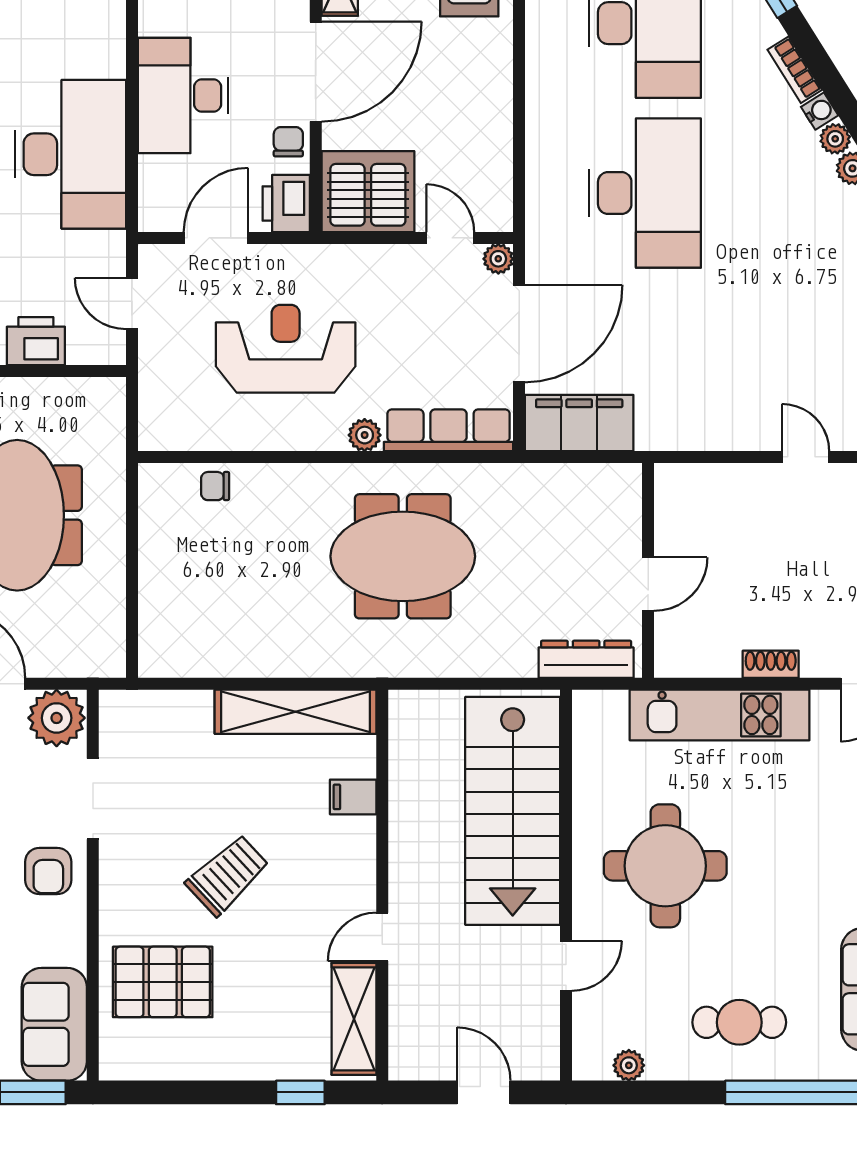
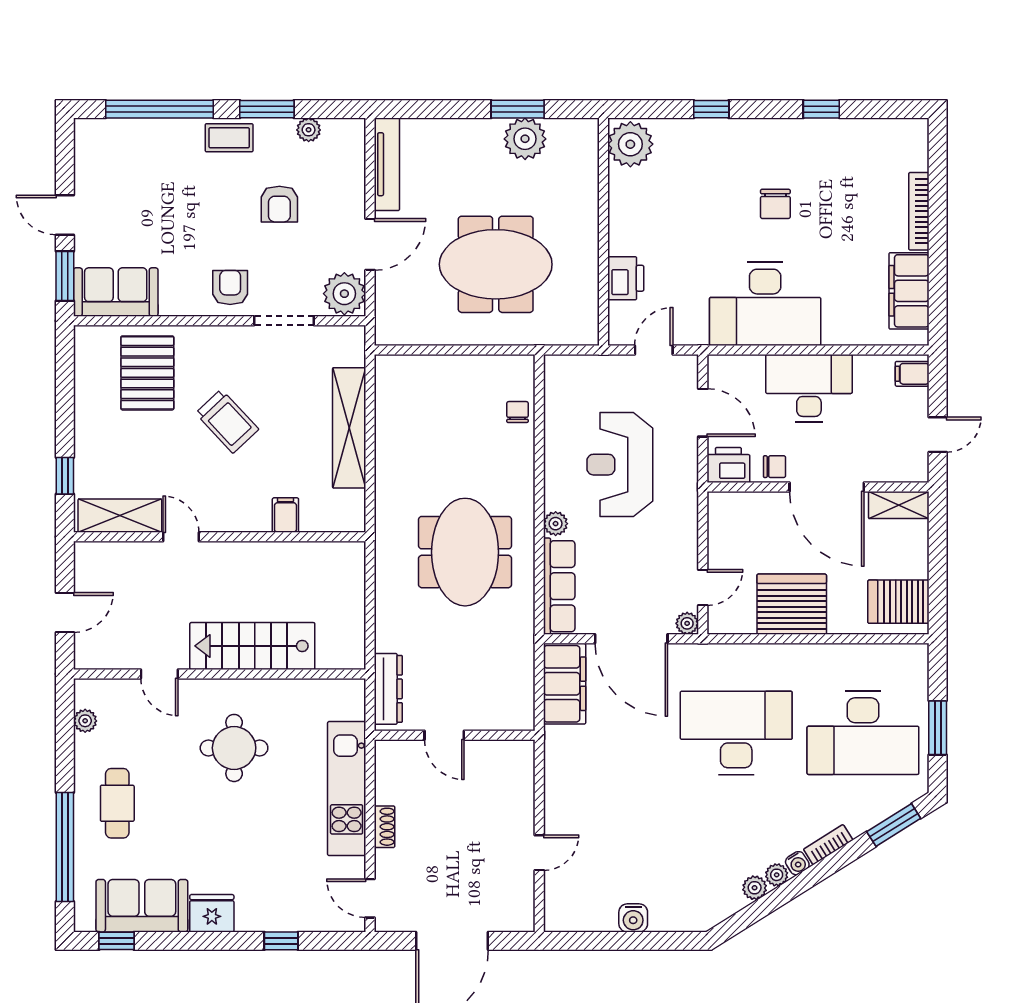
server rack: (368, 192) -> (792, 604), moved, turned -90
desk: (645, 193) -> (736, 733), turned 180
reception desk: (286, 349) -> (620, 465), turned 180
shelving: (295, 712) -> (349, 428), moved
stairs: (513, 811) -> (252, 646), width x0.73, depth x0.66
round table: (665, 866) -> (234, 748), width x0.73, depth x0.73
armchair: (48, 871) -> (230, 287), turned 90

